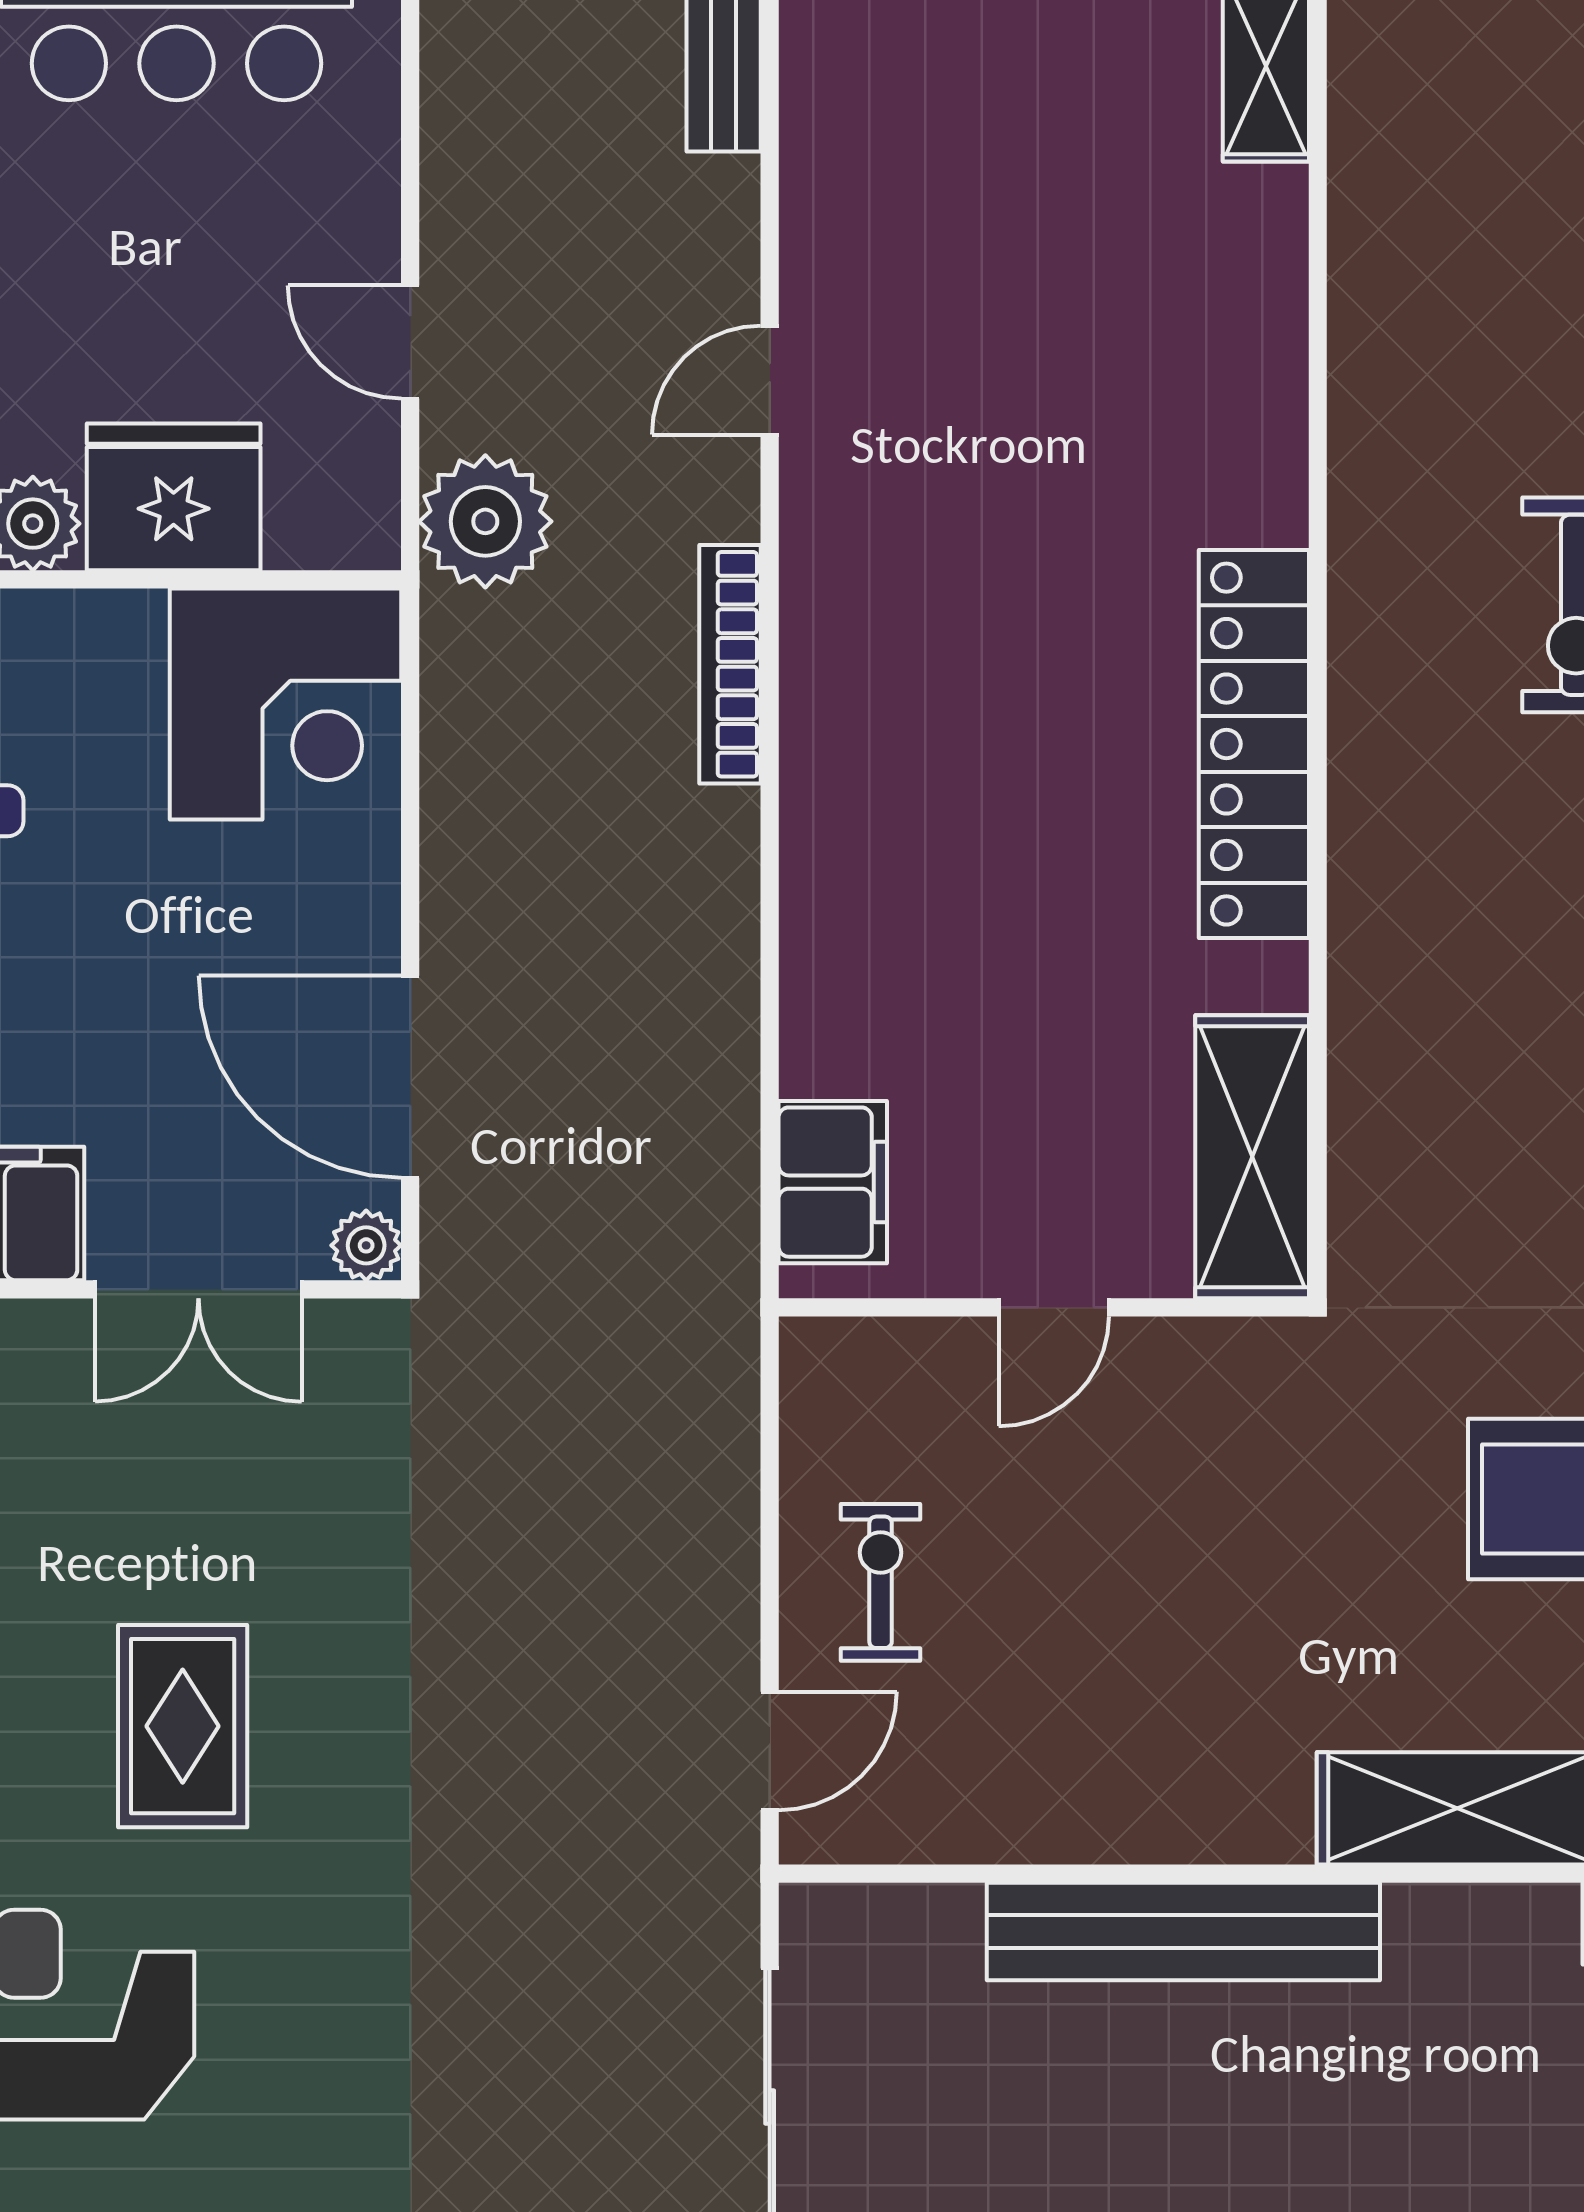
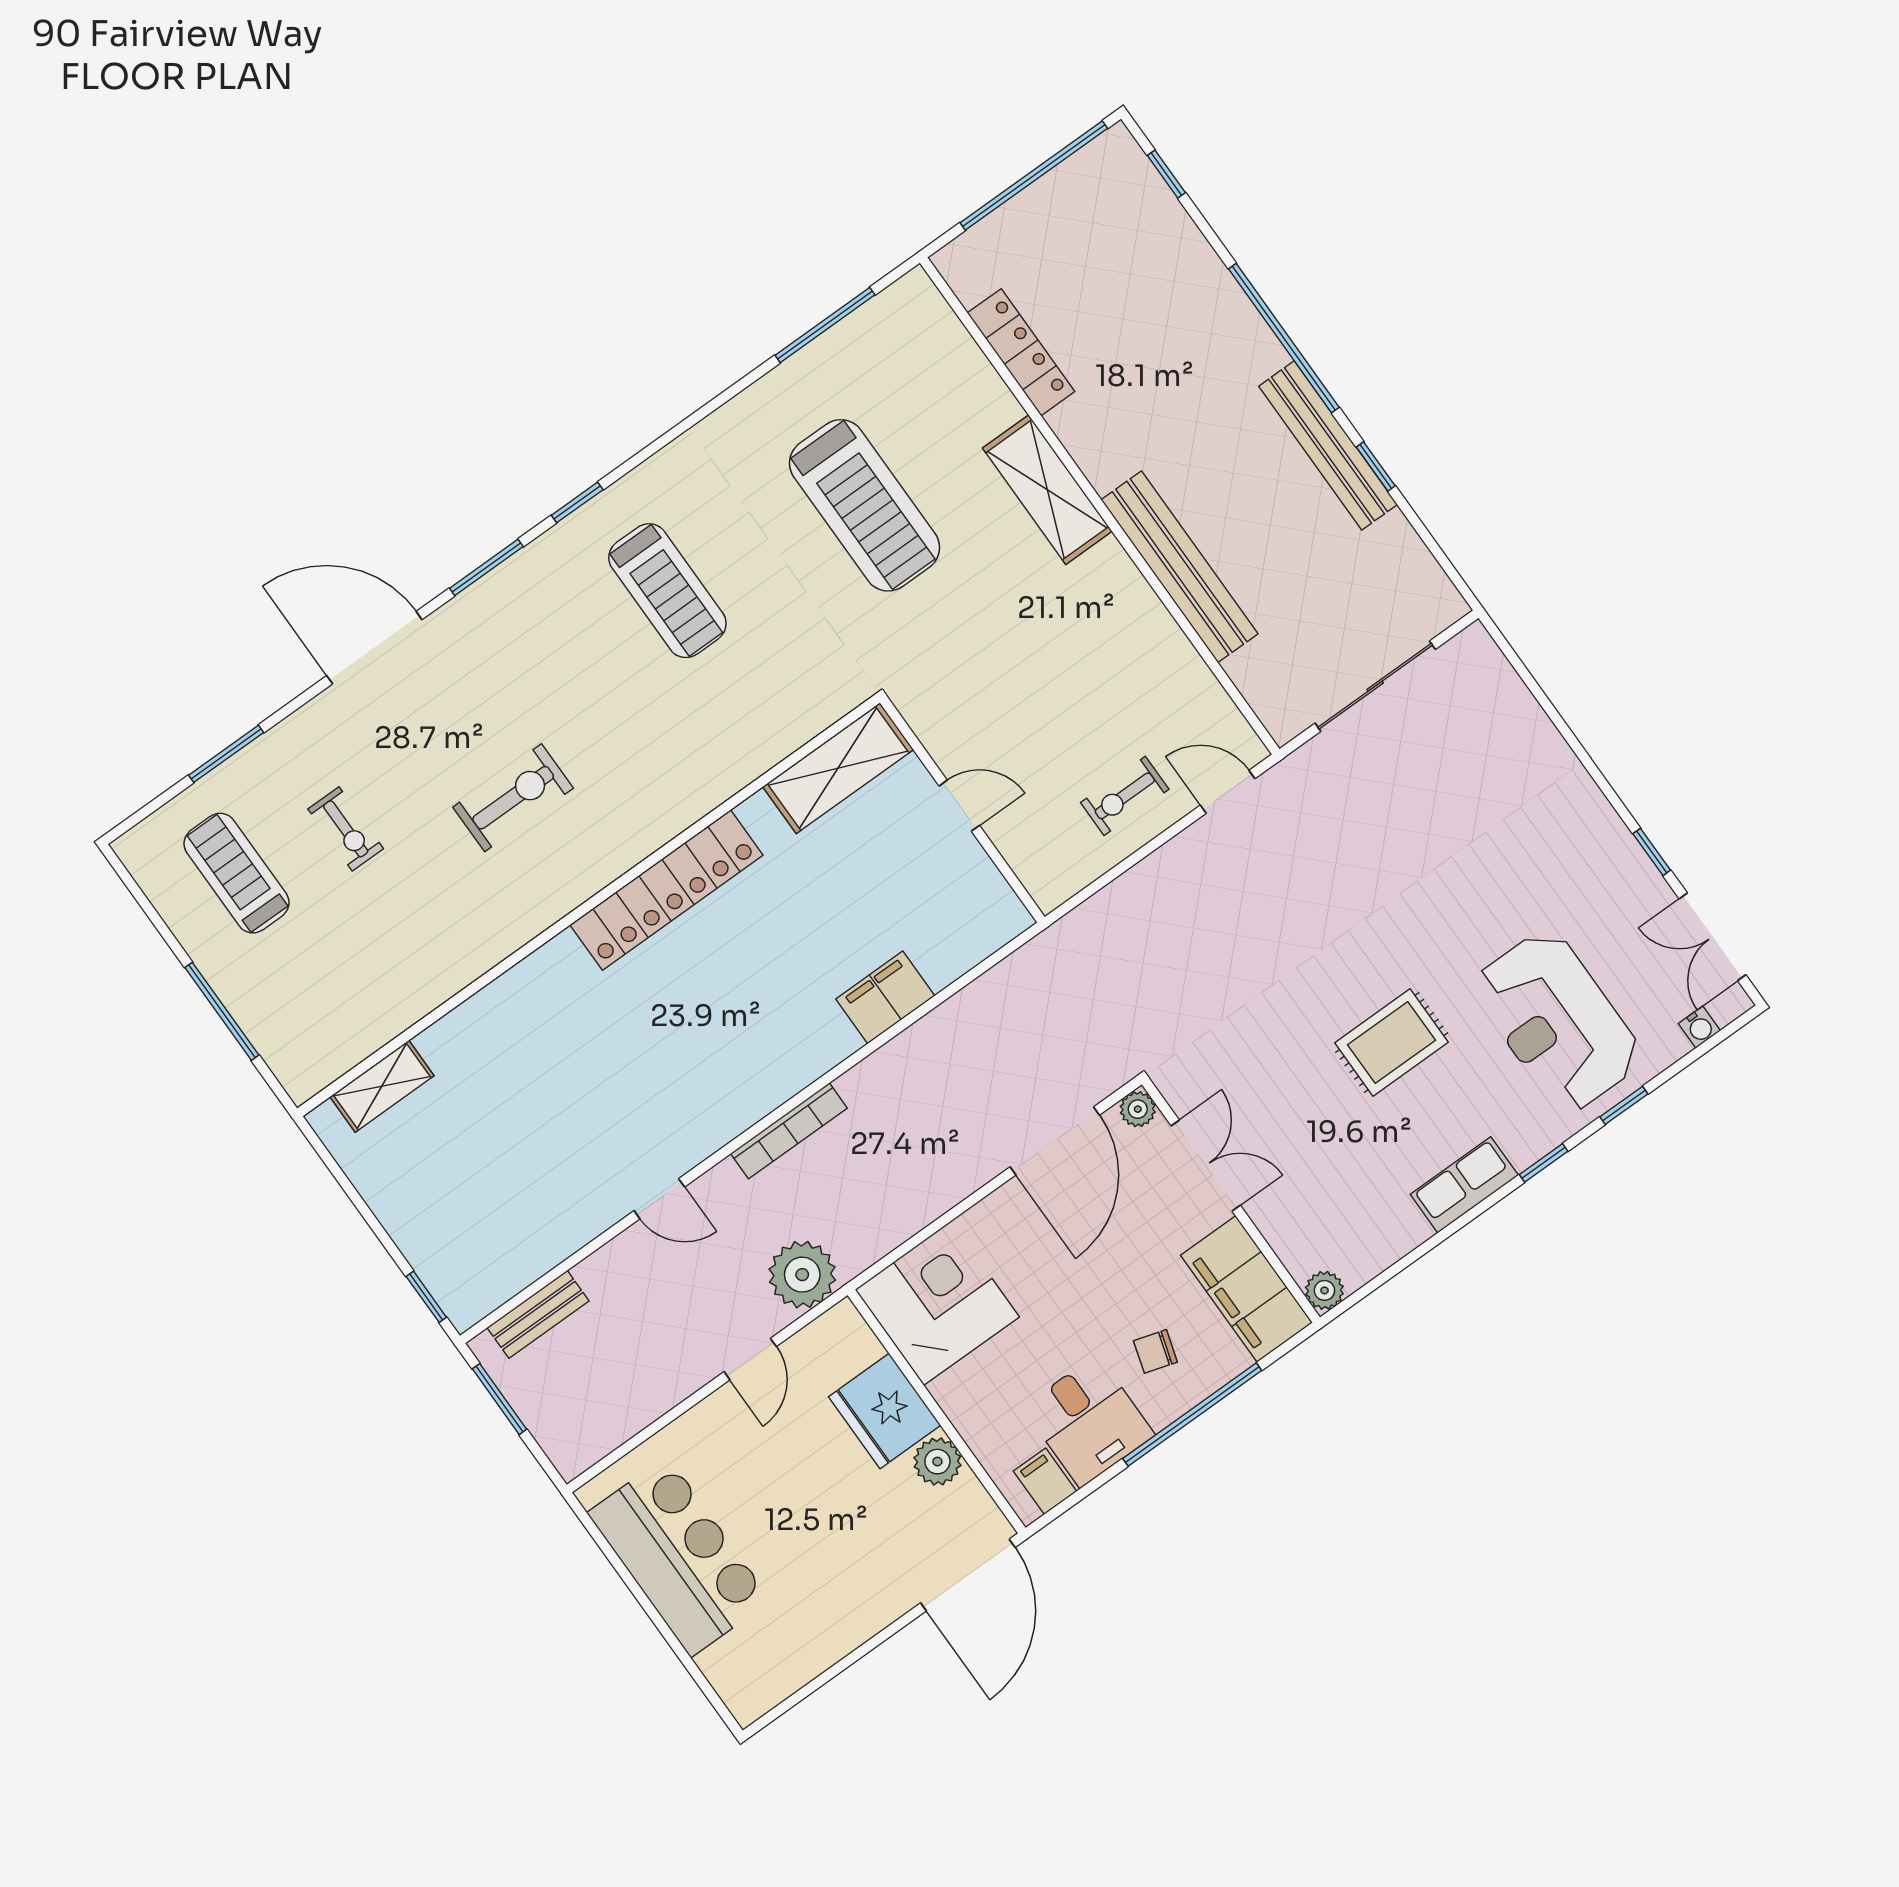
filing cabinet: (833, 1182) -> (885, 997), moved

